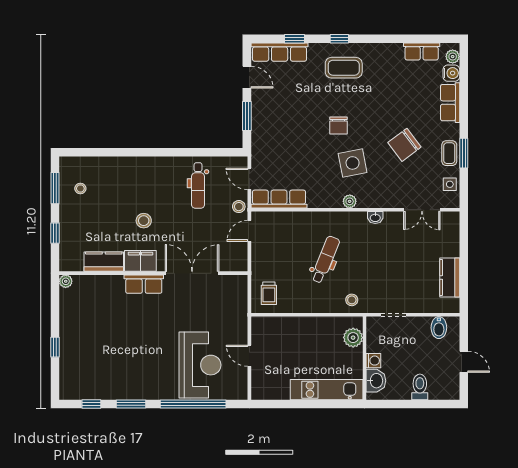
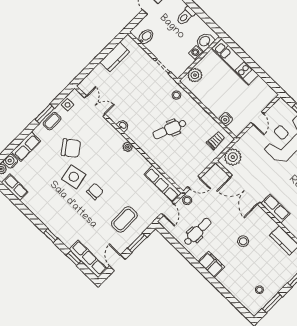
coffee table: (344, 68) -> (124, 219), moved, turned 90
side table: (353, 163) -> (74, 177), moved
filing cabinet: (140, 261) -> (211, 264), moved, turned 180
plant: (236, 294) -> (233, 157), added
water cooler: (280, 324) -> (226, 119), added

